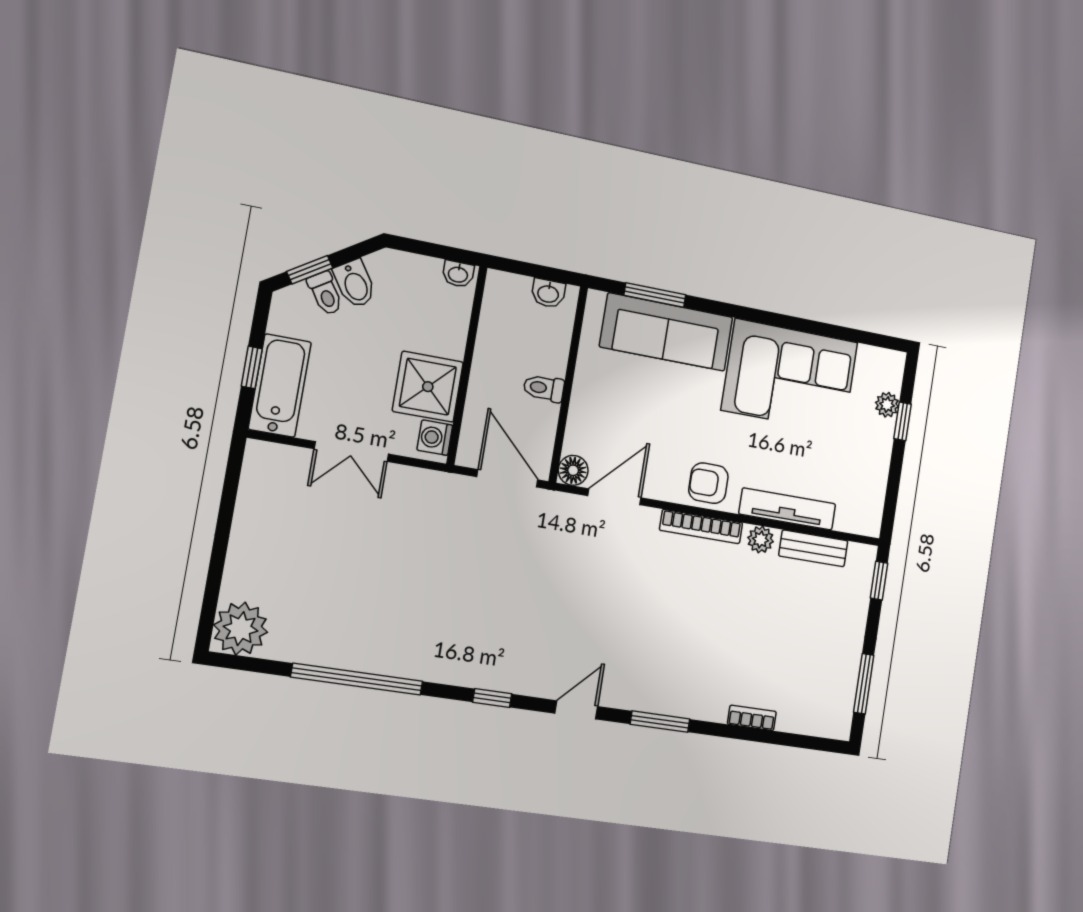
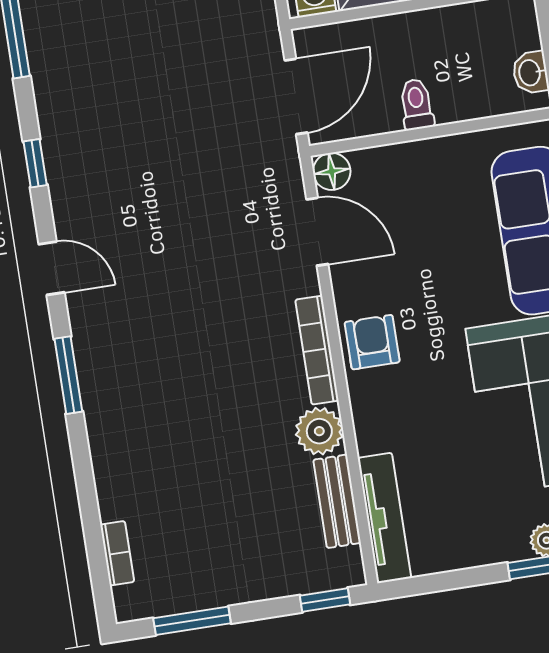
tv unit: (787, 509) -> (384, 518), moved
plant: (761, 540) -> (319, 431), width x1.38, depth x1.38
bookcase: (752, 718) -> (117, 553), moved

